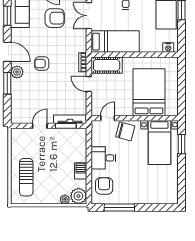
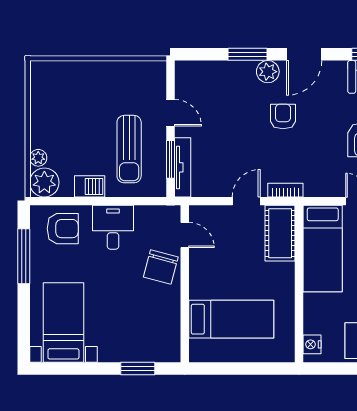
bed: (149, 92) -> (231, 319), width x0.67
bed with nightstands: (159, 142) -> (63, 322), moved, turned 90
sun lounger: (26, 177) -> (129, 149), moved, turned -90

